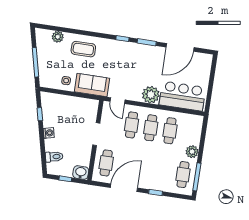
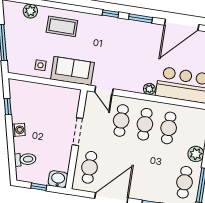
plant: (151, 95) -> (149, 89), width x0.53, depth x0.53

